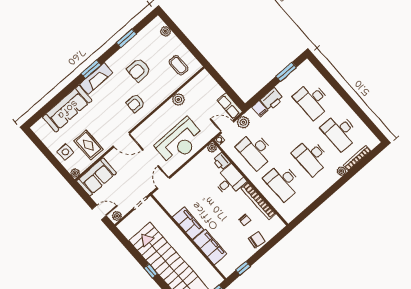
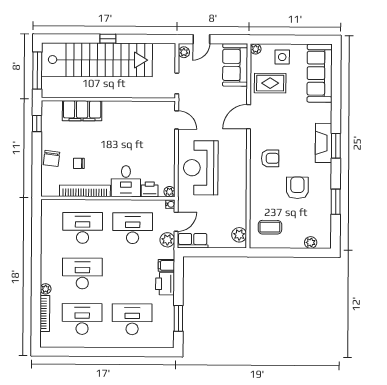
plant: (178, 99) -> (239, 235), moved
armchair: (135, 103) -> (270, 158), turned 90
sofa: (67, 109) -> (320, 73), moved
filing cabinet: (188, 223) -> (121, 110), removed

